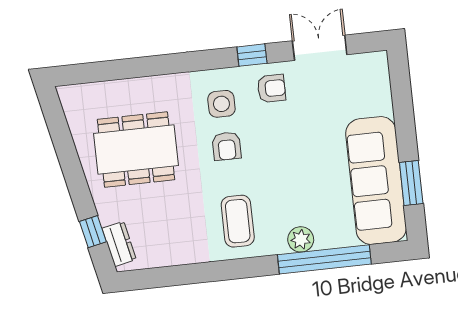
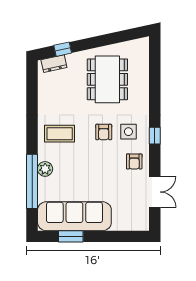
window: (252, 55) -> (155, 136), moved
armchair: (227, 146) -> (104, 132), turned -90

